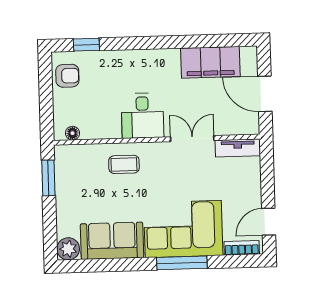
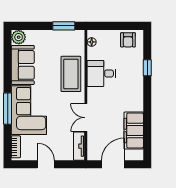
window: (86, 45) -> (147, 68), moved
desk: (142, 116) -> (101, 73), moved
double door: (192, 139) -> (86, 118), swing flipped
coffee table: (124, 164) -> (71, 74), width x1.86, depth x1.72
door: (269, 222) -> (46, 164), moved

